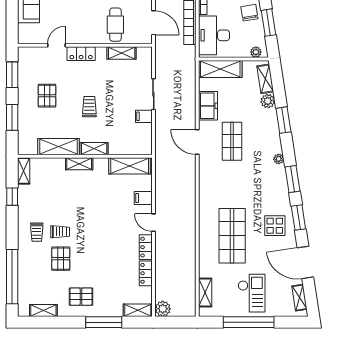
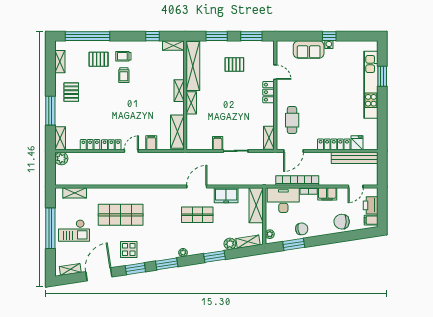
cafe table: (115, 25) -> (292, 120), turned 90
shelving: (122, 53) -> (269, 138), moved
trolley: (89, 107) -> (225, 99), removed
shelving: (59, 147) -> (193, 66), width x1.47
pallet: (61, 259) -> (99, 59), moved

